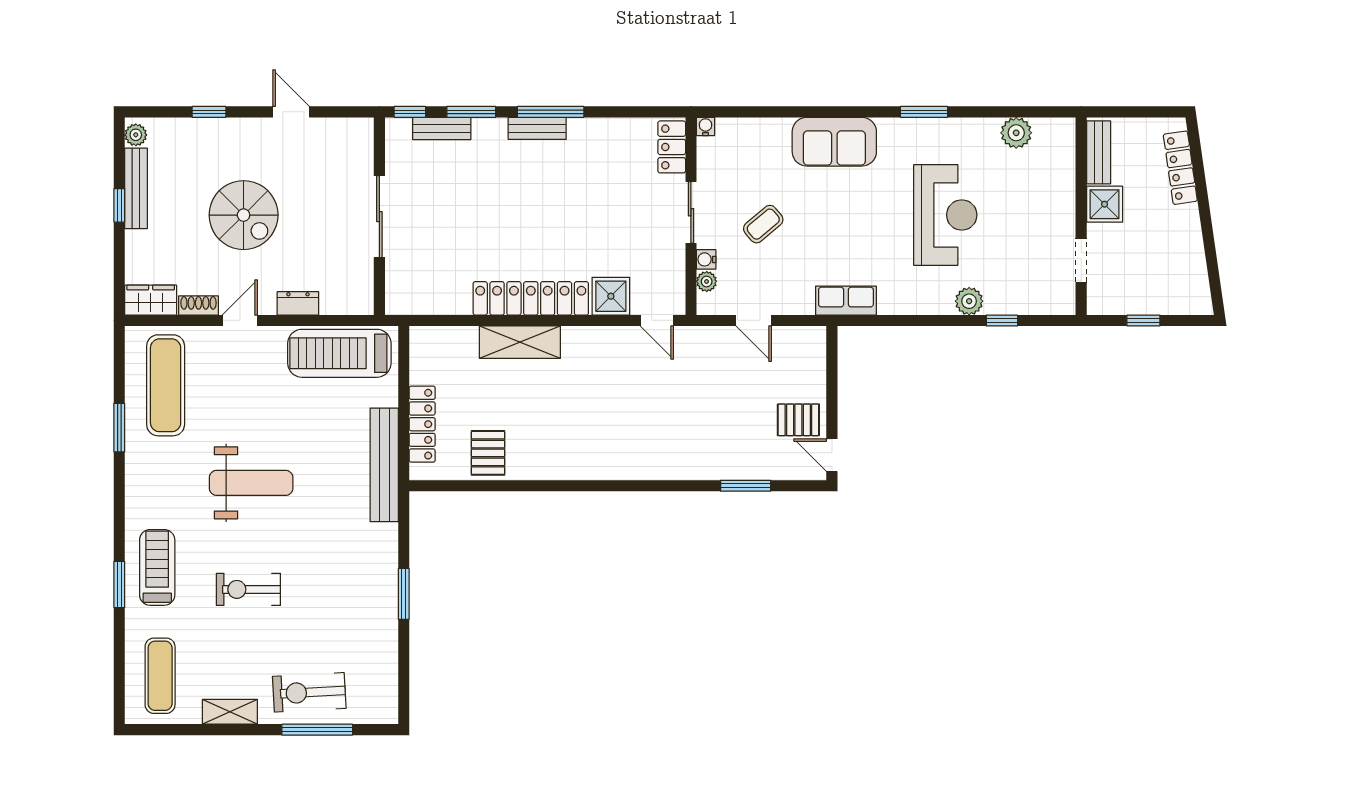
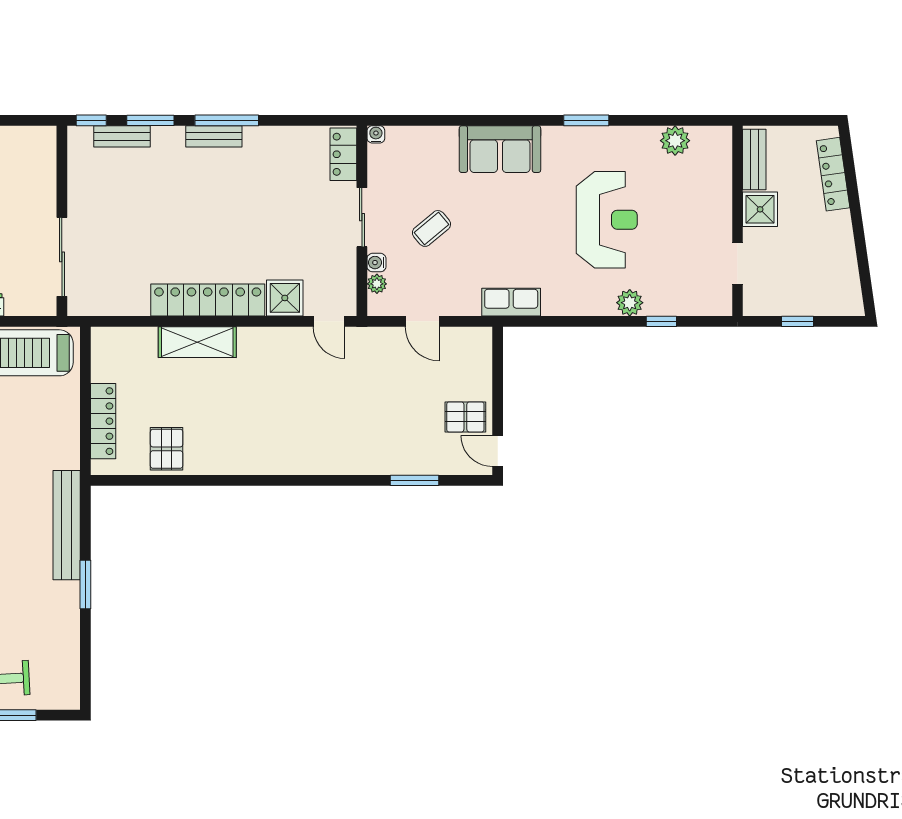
sliding door: (379, 217) -> (62, 257), moved
bench: (384, 465) -> (67, 525), moved

